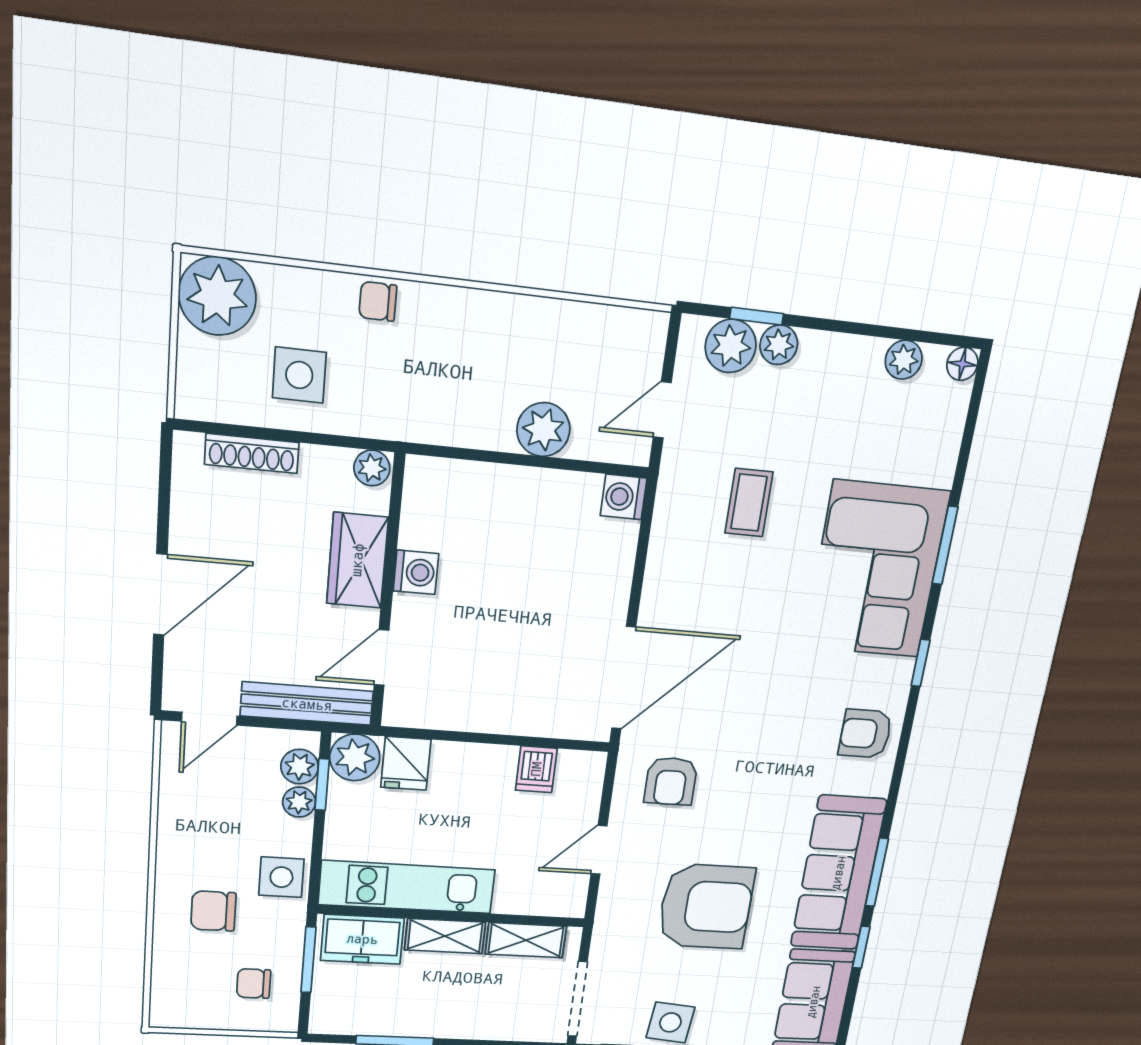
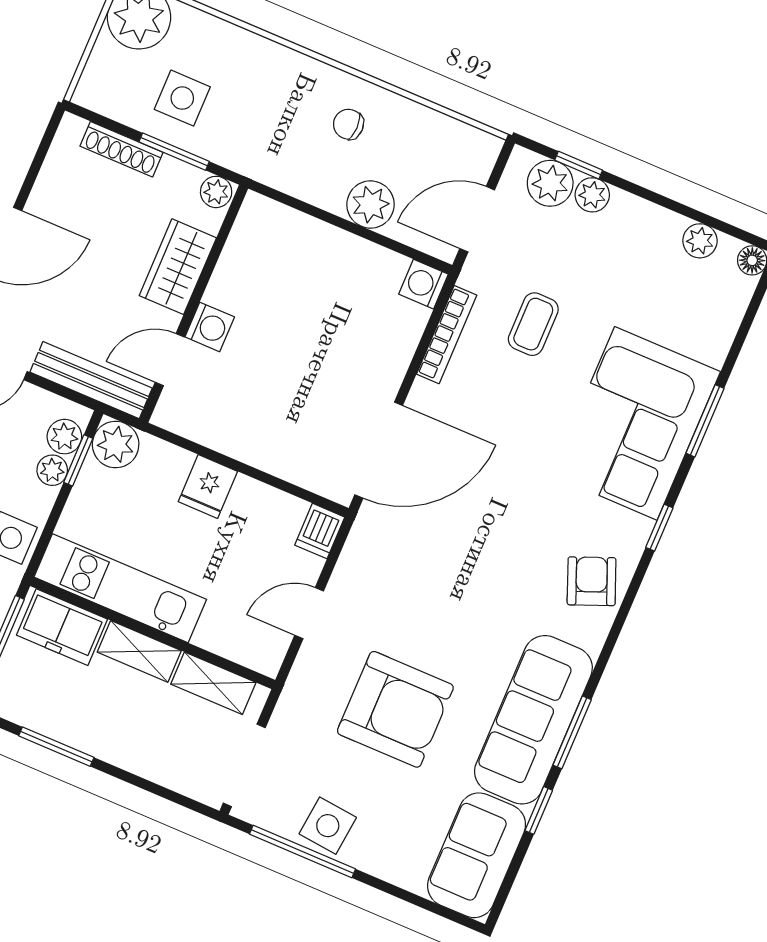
chair: (378, 301) -> (348, 124), moved
door: (662, 410) -> (477, 219), width x1.37
window: (311, 438) -> (174, 152), added
bookcase: (662, 542) -> (447, 335), added
washing machine: (416, 572) -> (210, 327), moved
armchair: (865, 734) -> (592, 581), turned 68
fridge: (406, 763) -> (208, 487), moved
dishwasher: (536, 769) -> (320, 531), moved
armchair: (671, 781) -> (395, 566), removed

